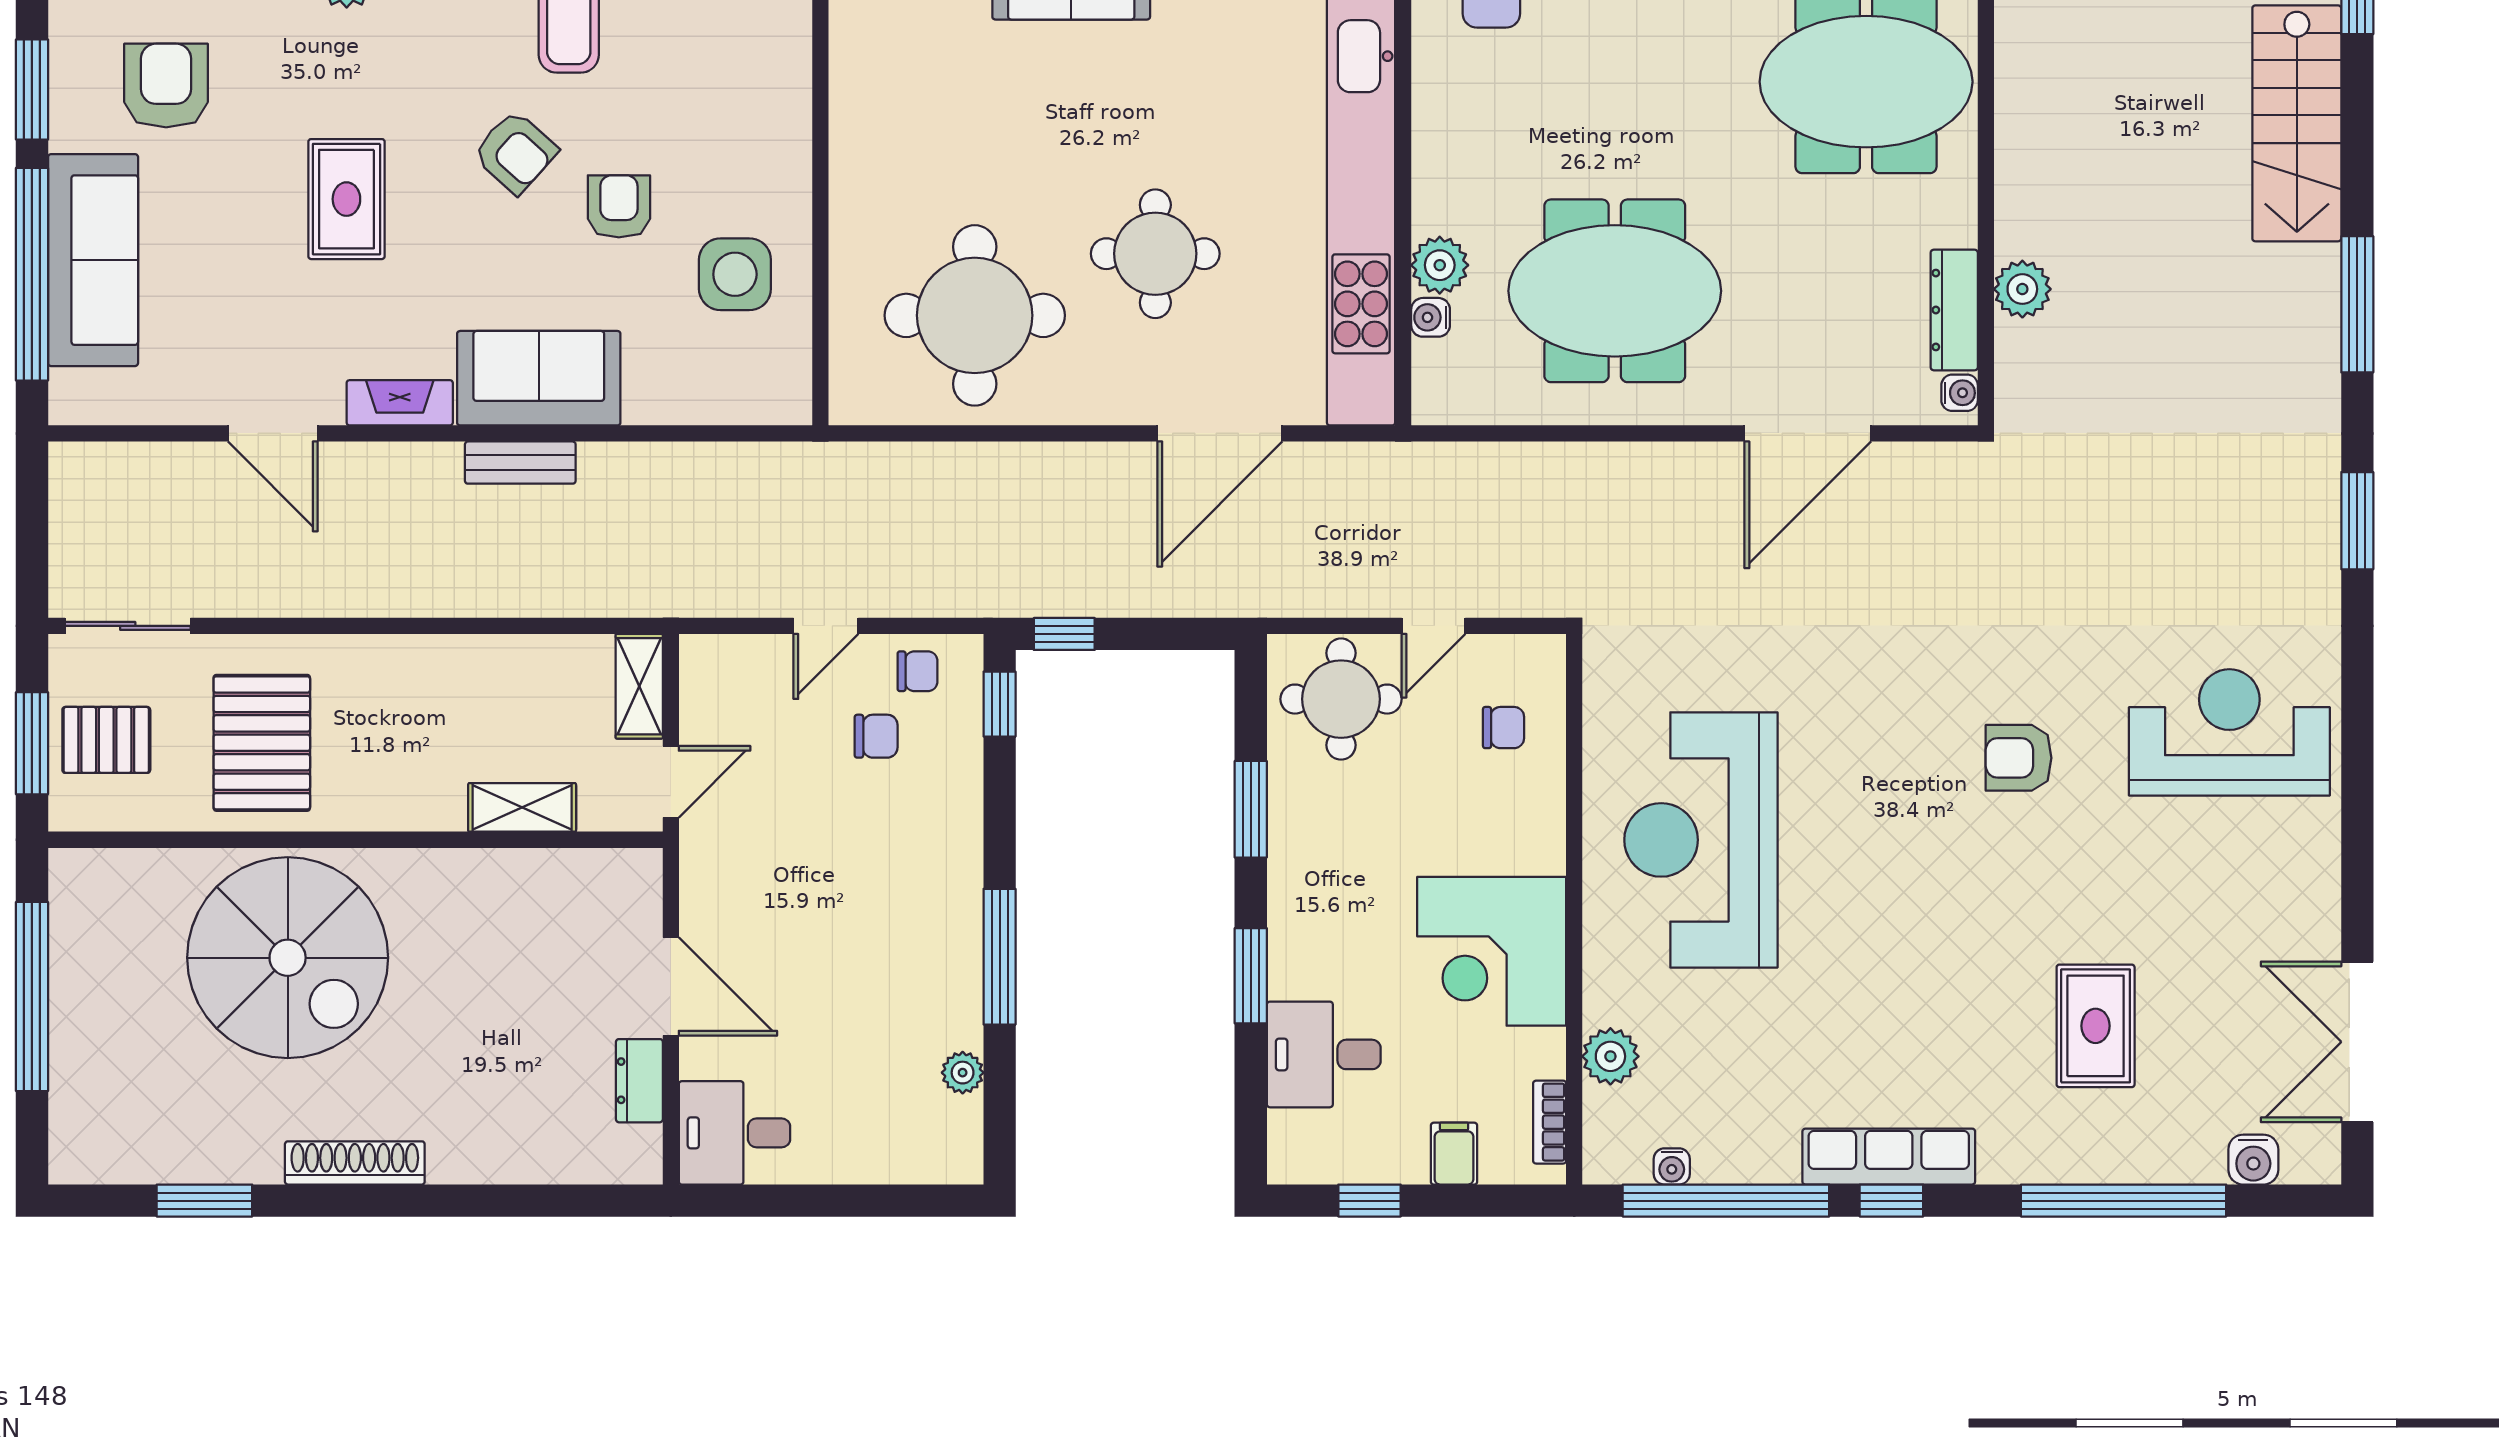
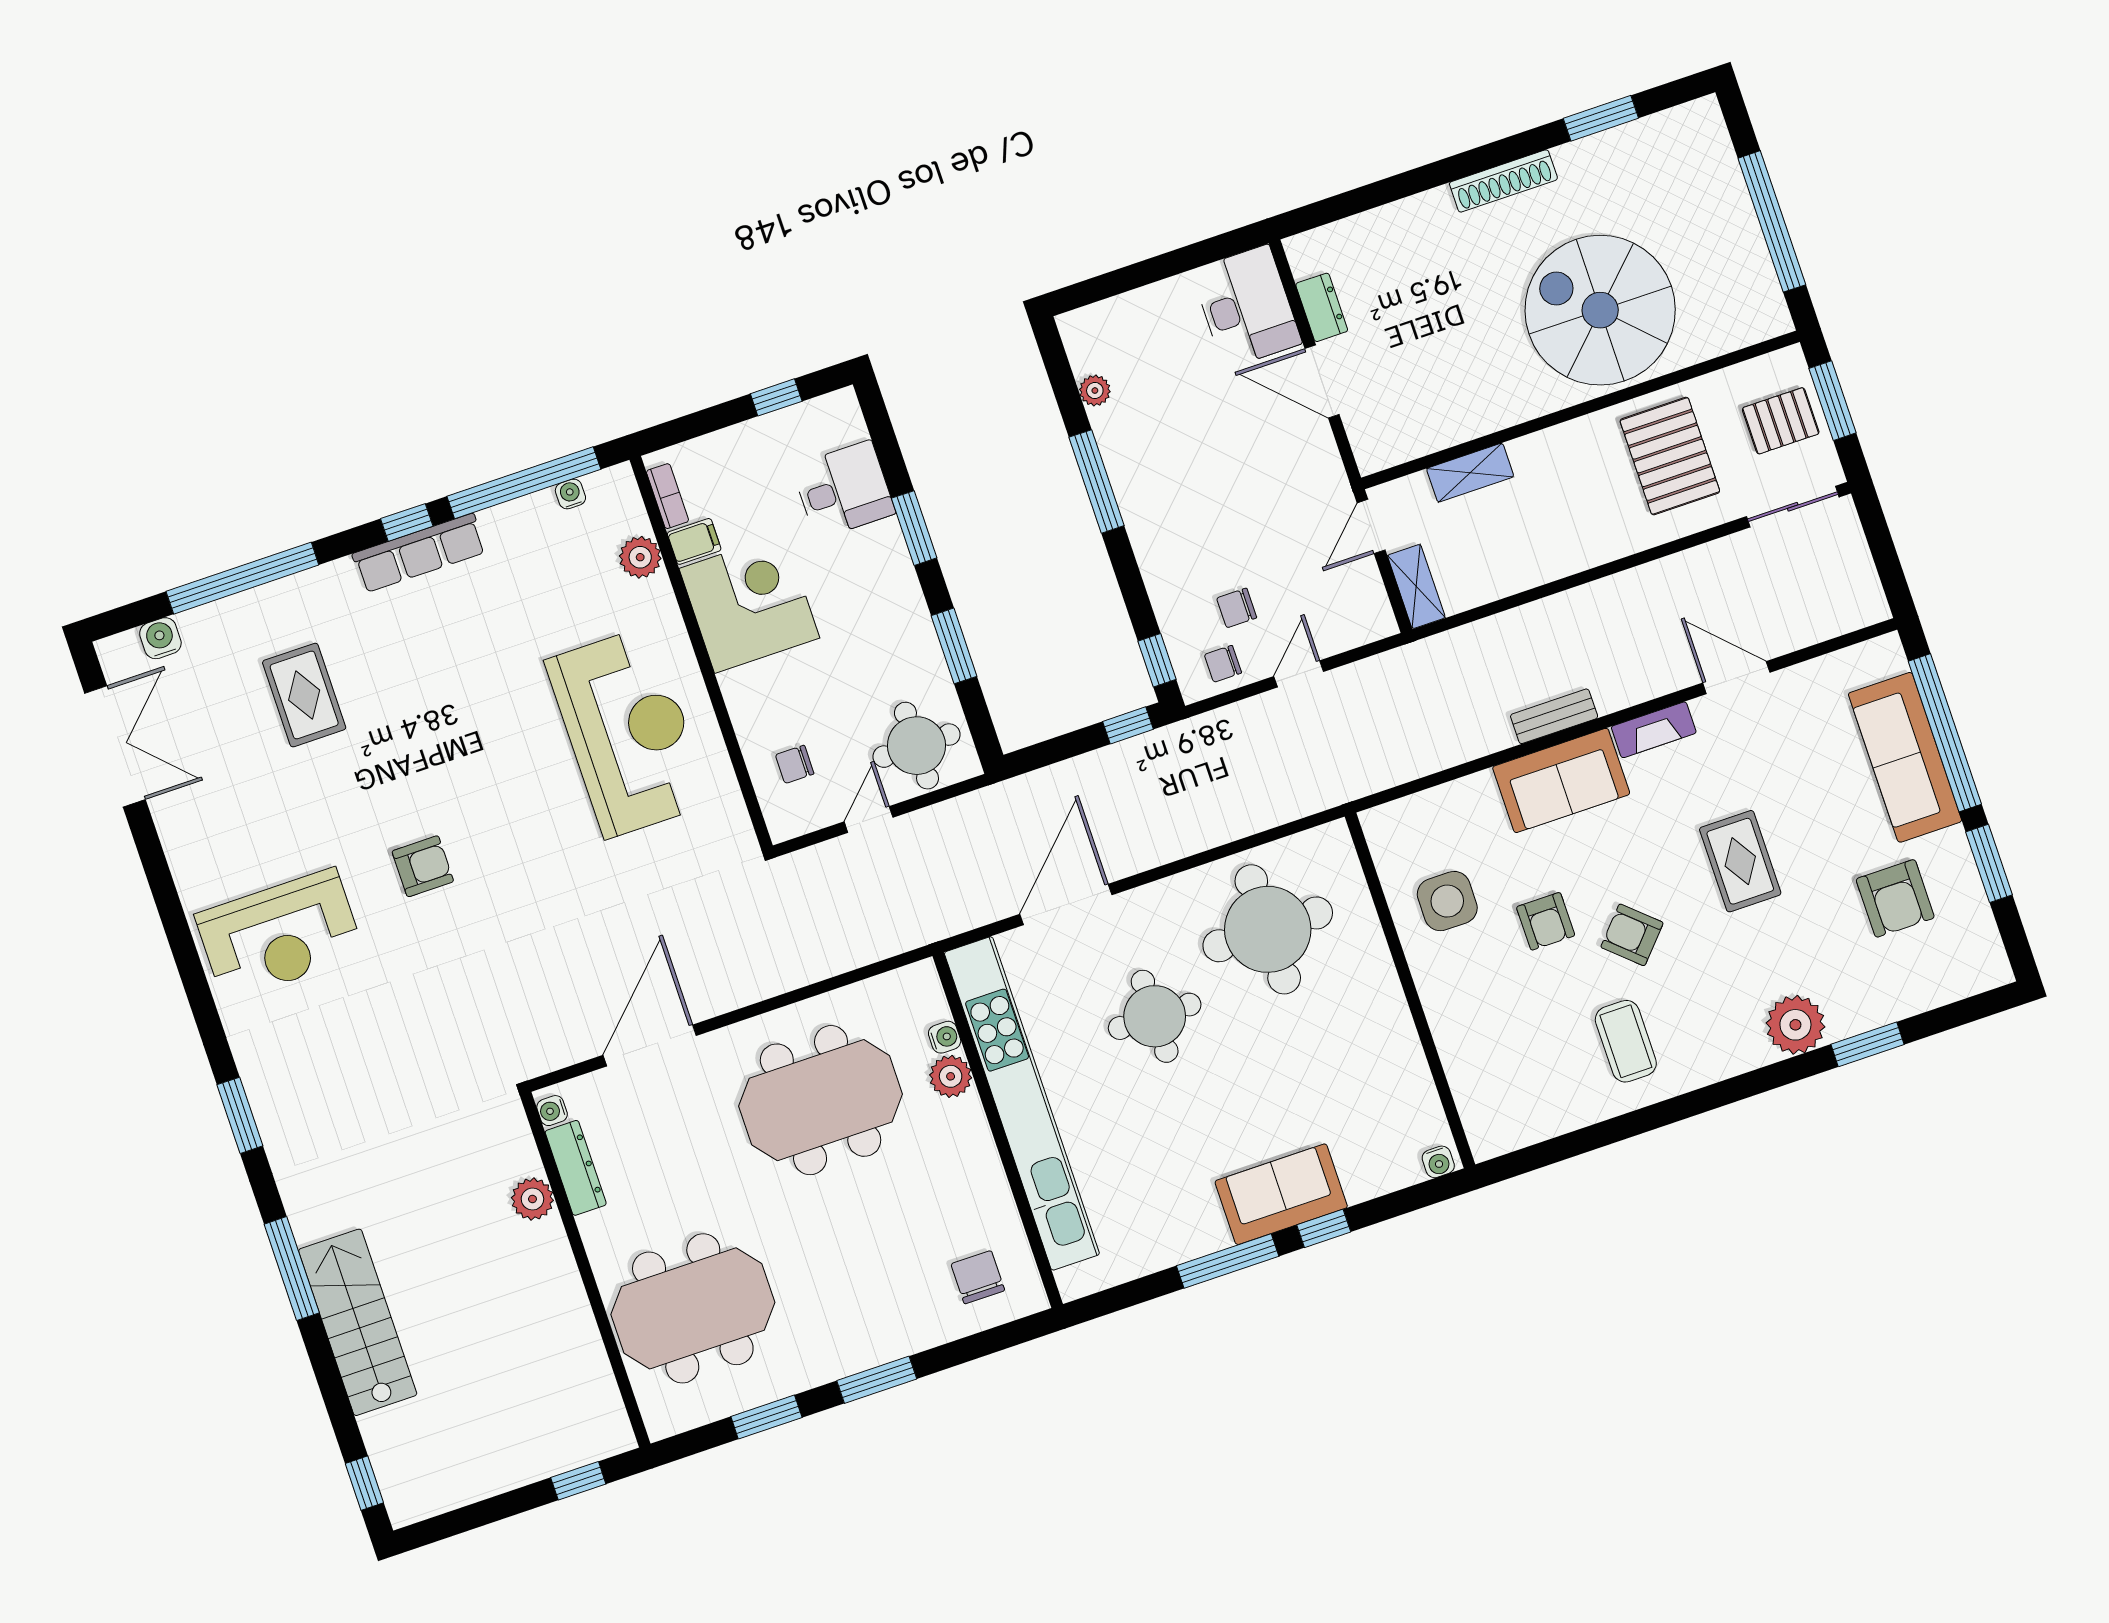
stairs: (2297, 123) -> (358, 1322), moved
desk: (735, 1133) -> (1246, 307), width x1.37
filing cabinet: (1454, 1154) -> (694, 541), moved, turned -90

